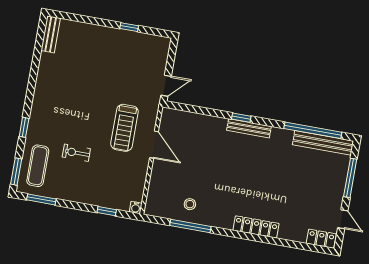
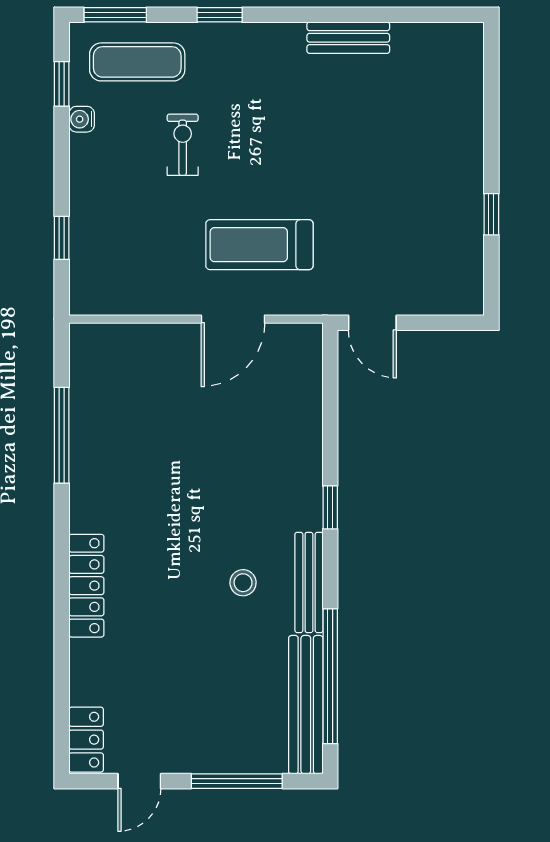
bench: (51, 34) -> (348, 38), moved
bench: (249, 128) -> (309, 582), moved
window: (41, 199) -> (62, 84), width x0.67
stool: (190, 204) -> (243, 583), moved
water cooler: (136, 208) -> (82, 119), moved

